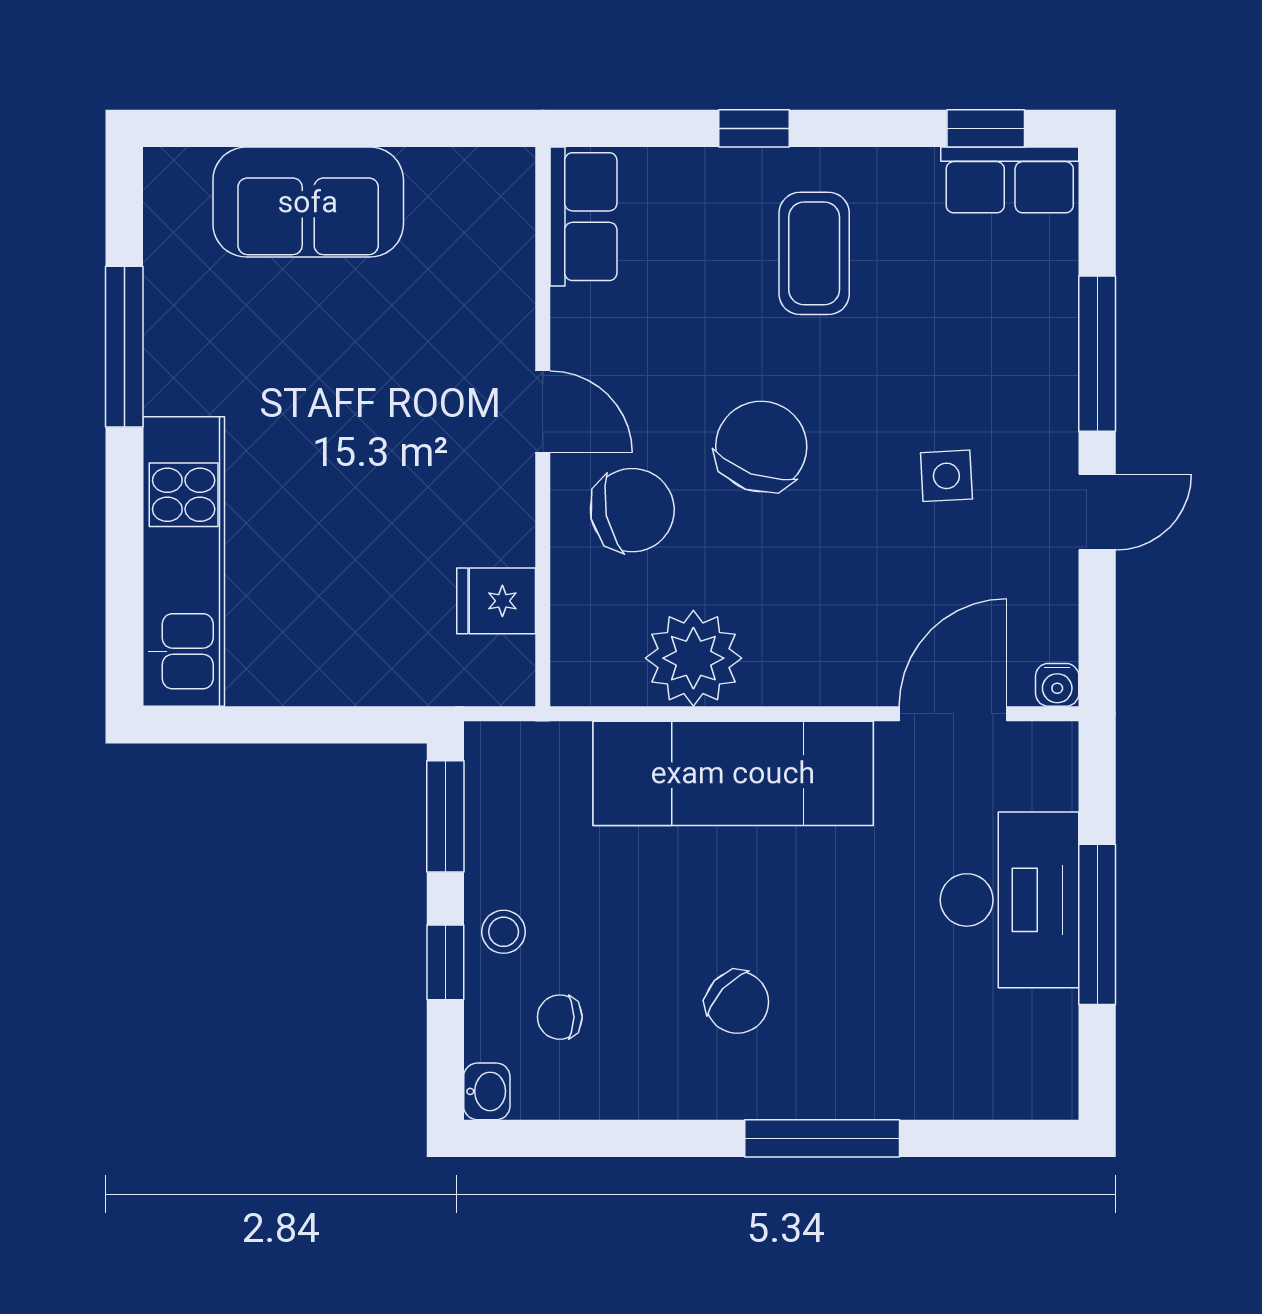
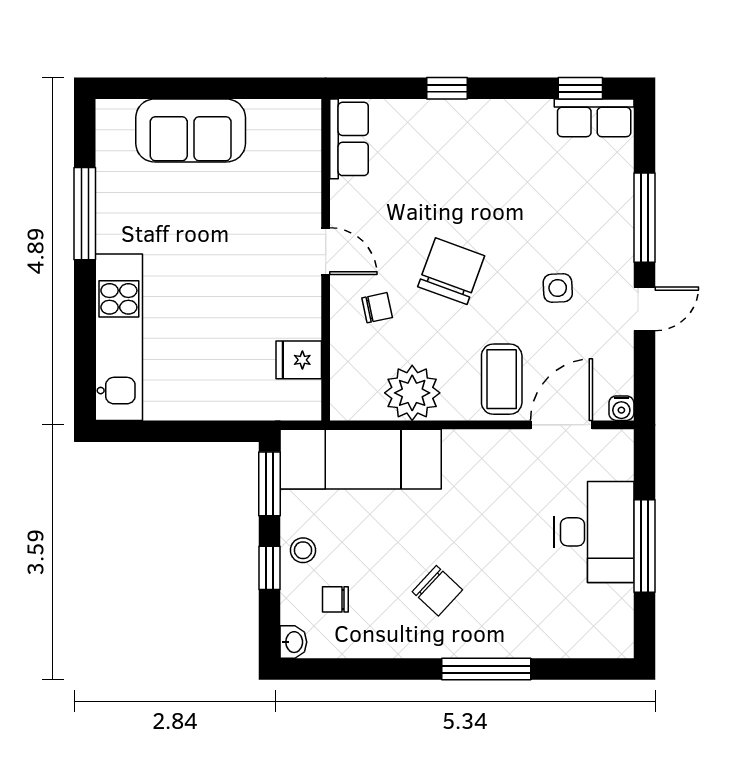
coffee table: (814, 253) -> (502, 379), moved
chair: (632, 510) -> (377, 308), width x0.54, depth x0.54
exam couch: (733, 773) -> (361, 459), moved

